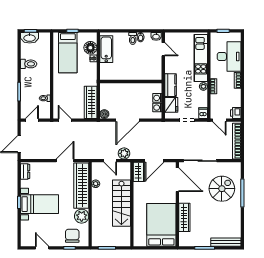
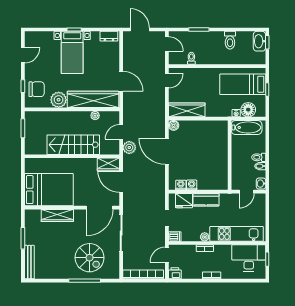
desk: (229, 57) -> (249, 258), moved, turned 180
wall: (131, 82) -> (230, 155), moved

